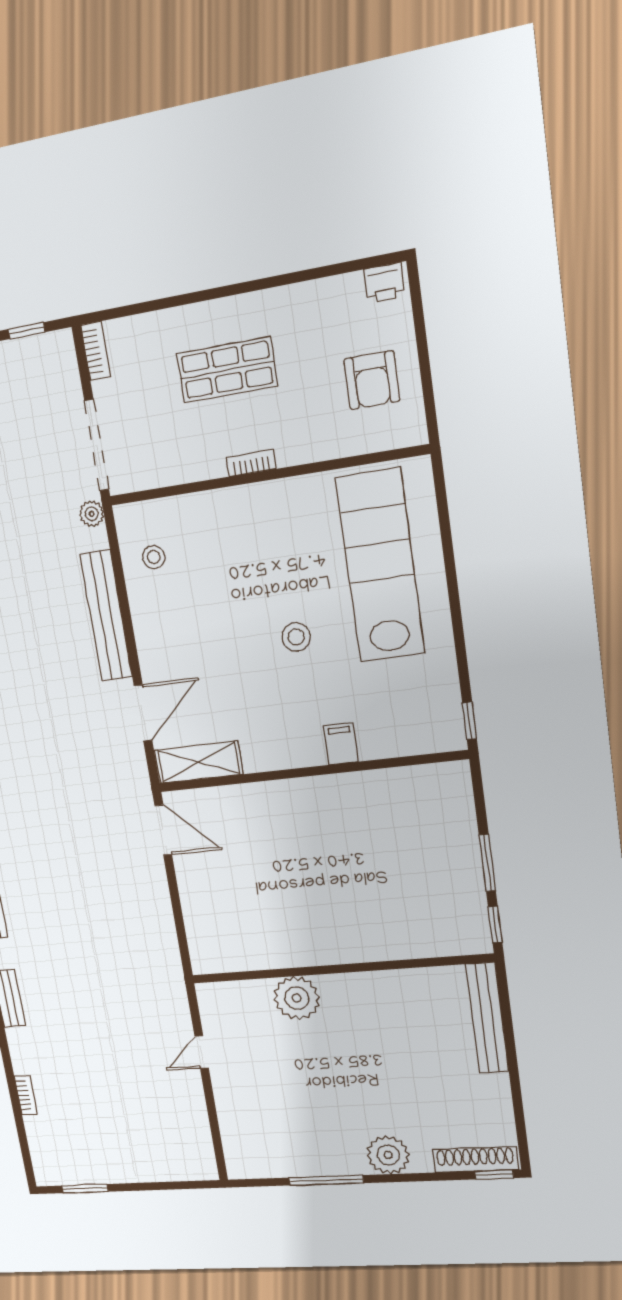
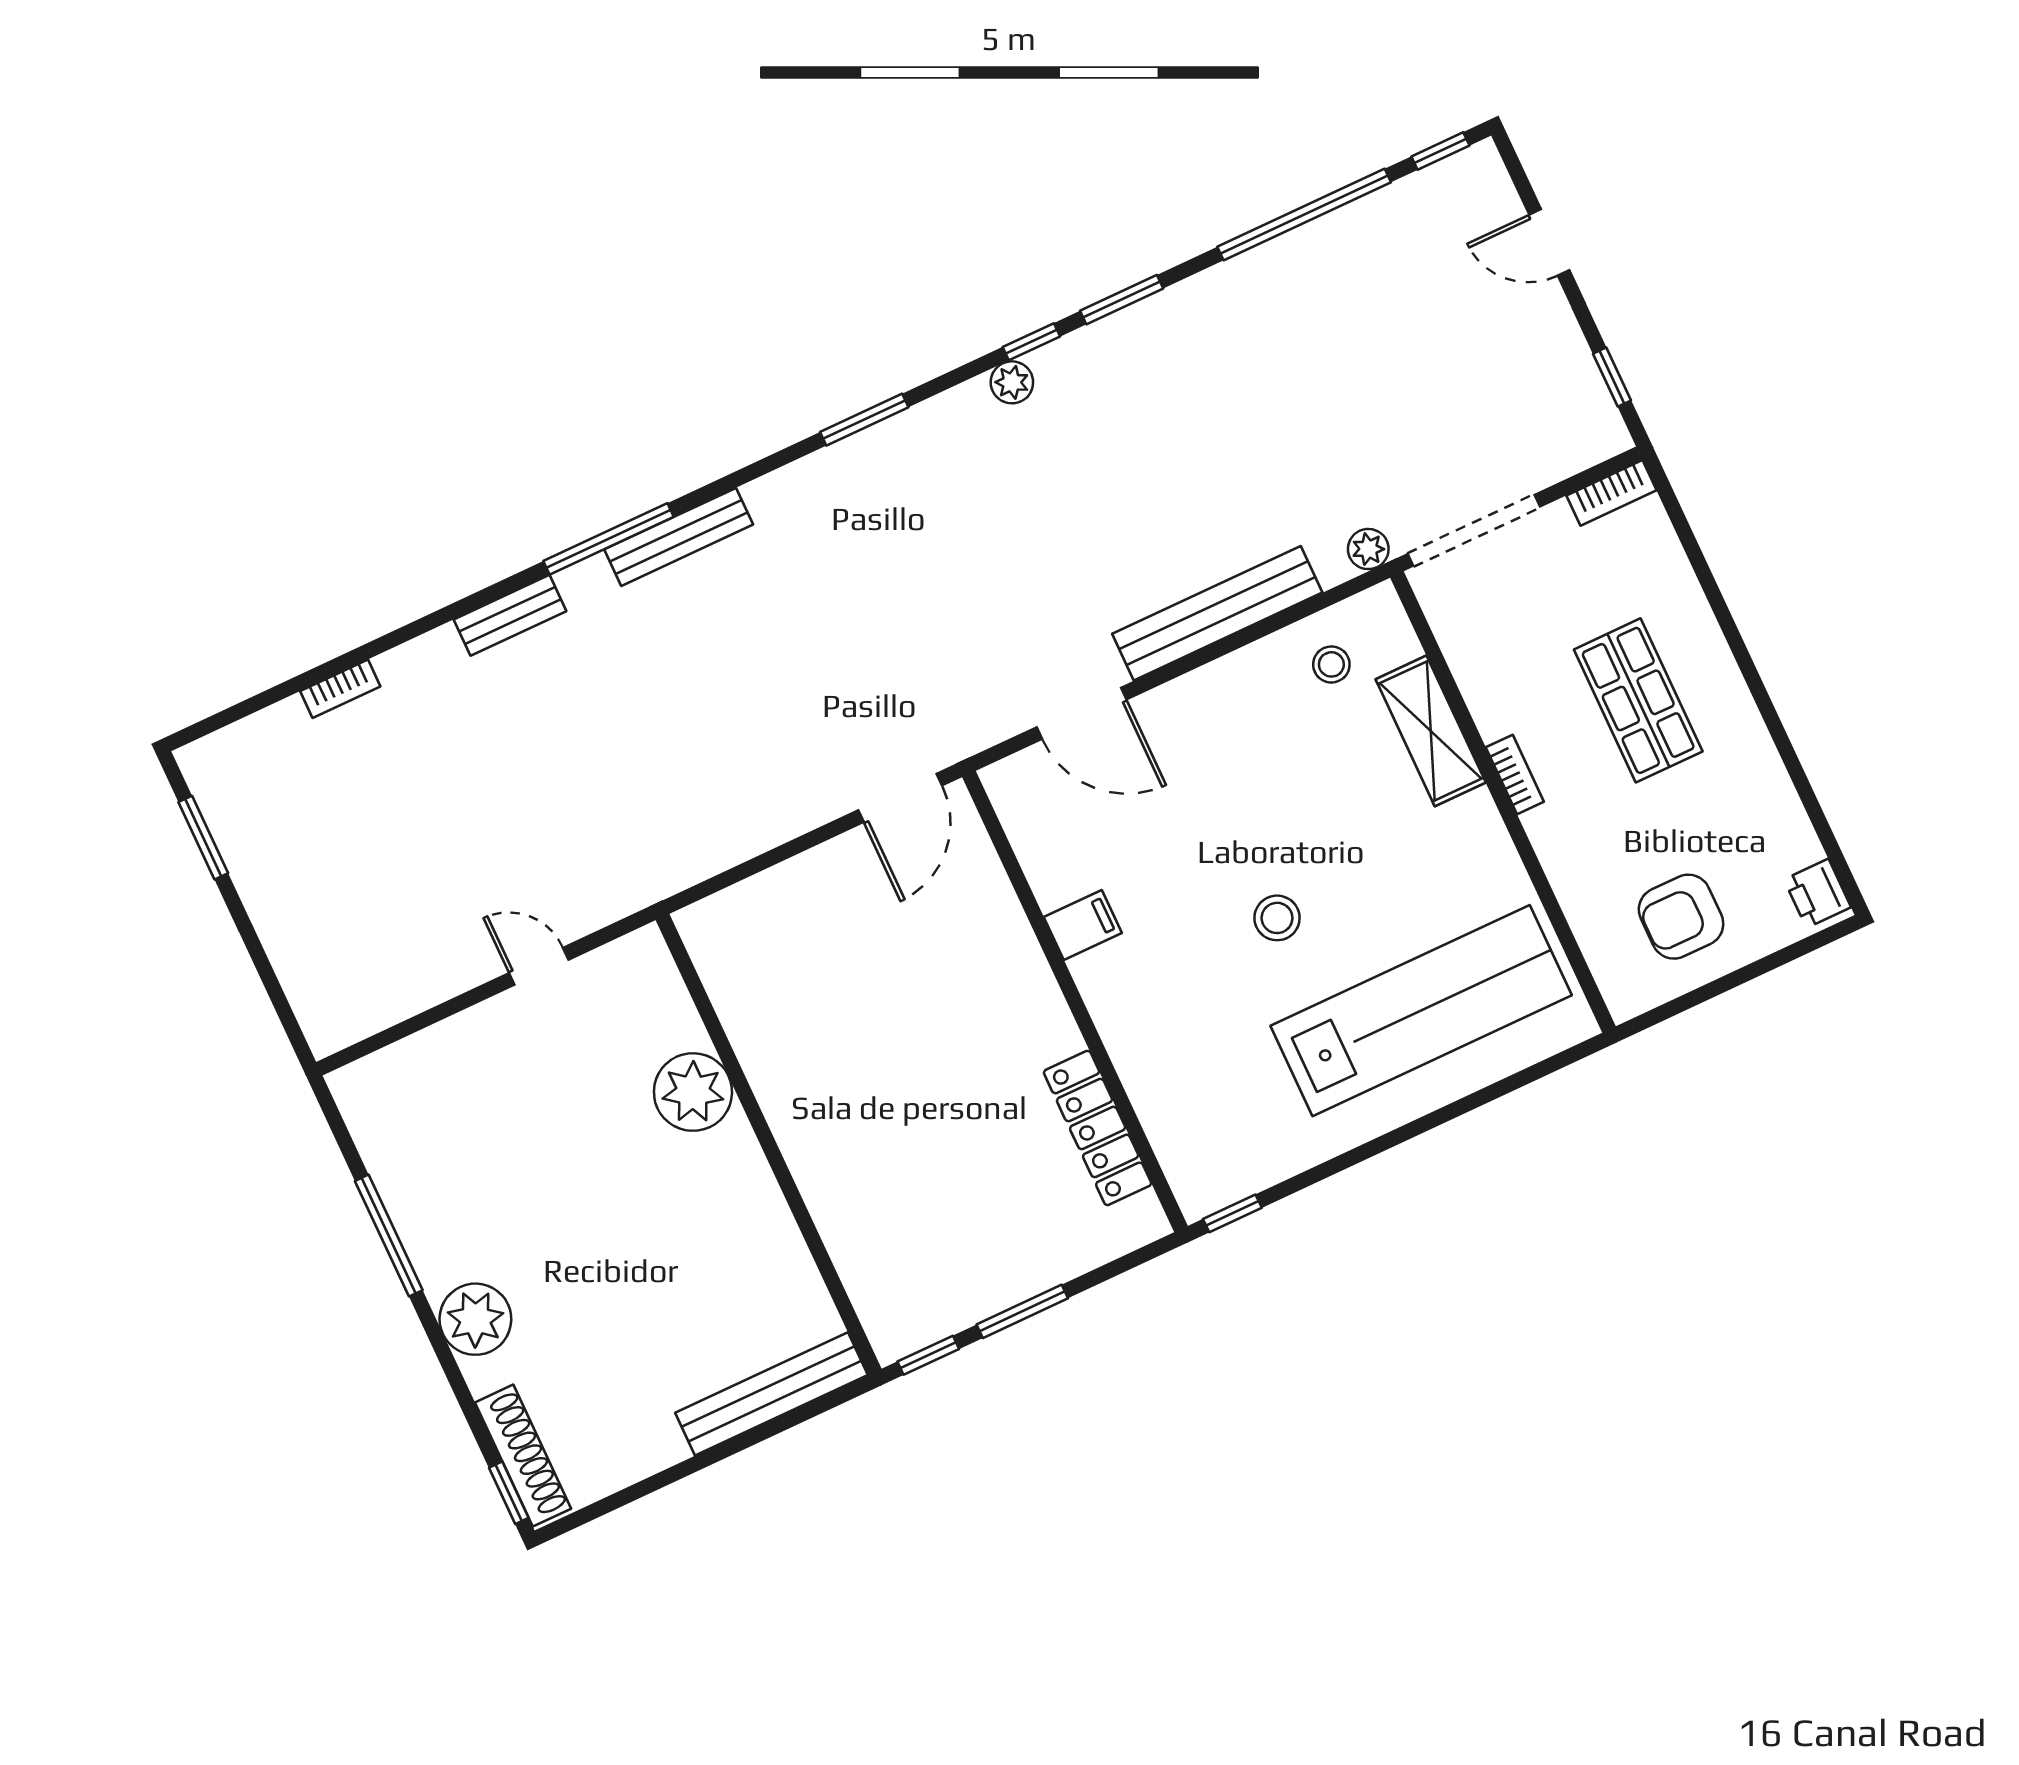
filing cabinet: (341, 744) -> (1083, 925), moved
shelving: (199, 762) -> (1431, 731), moved
locker: (390, 783) -> (1098, 1128), added

